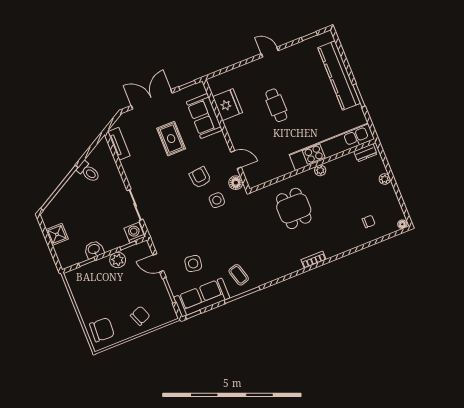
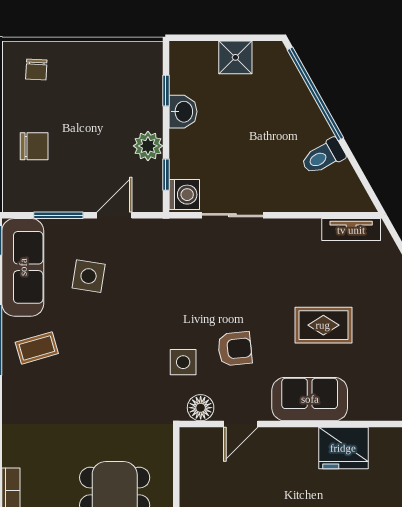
sofa: (204, 116) -> (310, 399), moved
chair: (140, 316) -> (34, 146), turned -68
chair: (102, 330) -> (36, 69), width x0.54, depth x0.54

